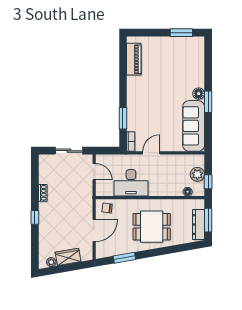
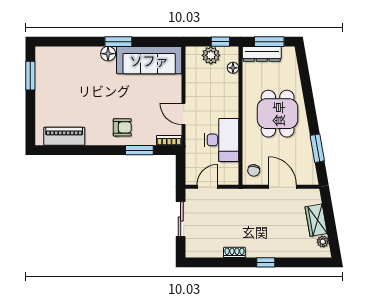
armchair: (141, 105) -> (122, 127), added
dresser: (198, 225) -> (262, 54), moved

